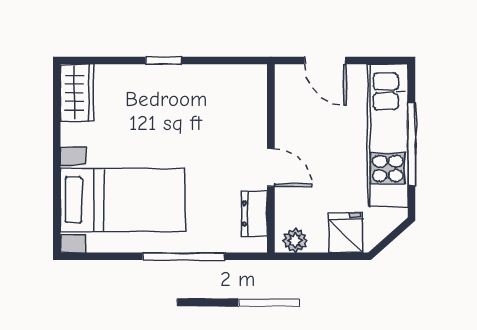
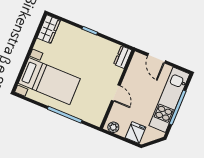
dresser: (254, 214) -> (123, 57), moved

